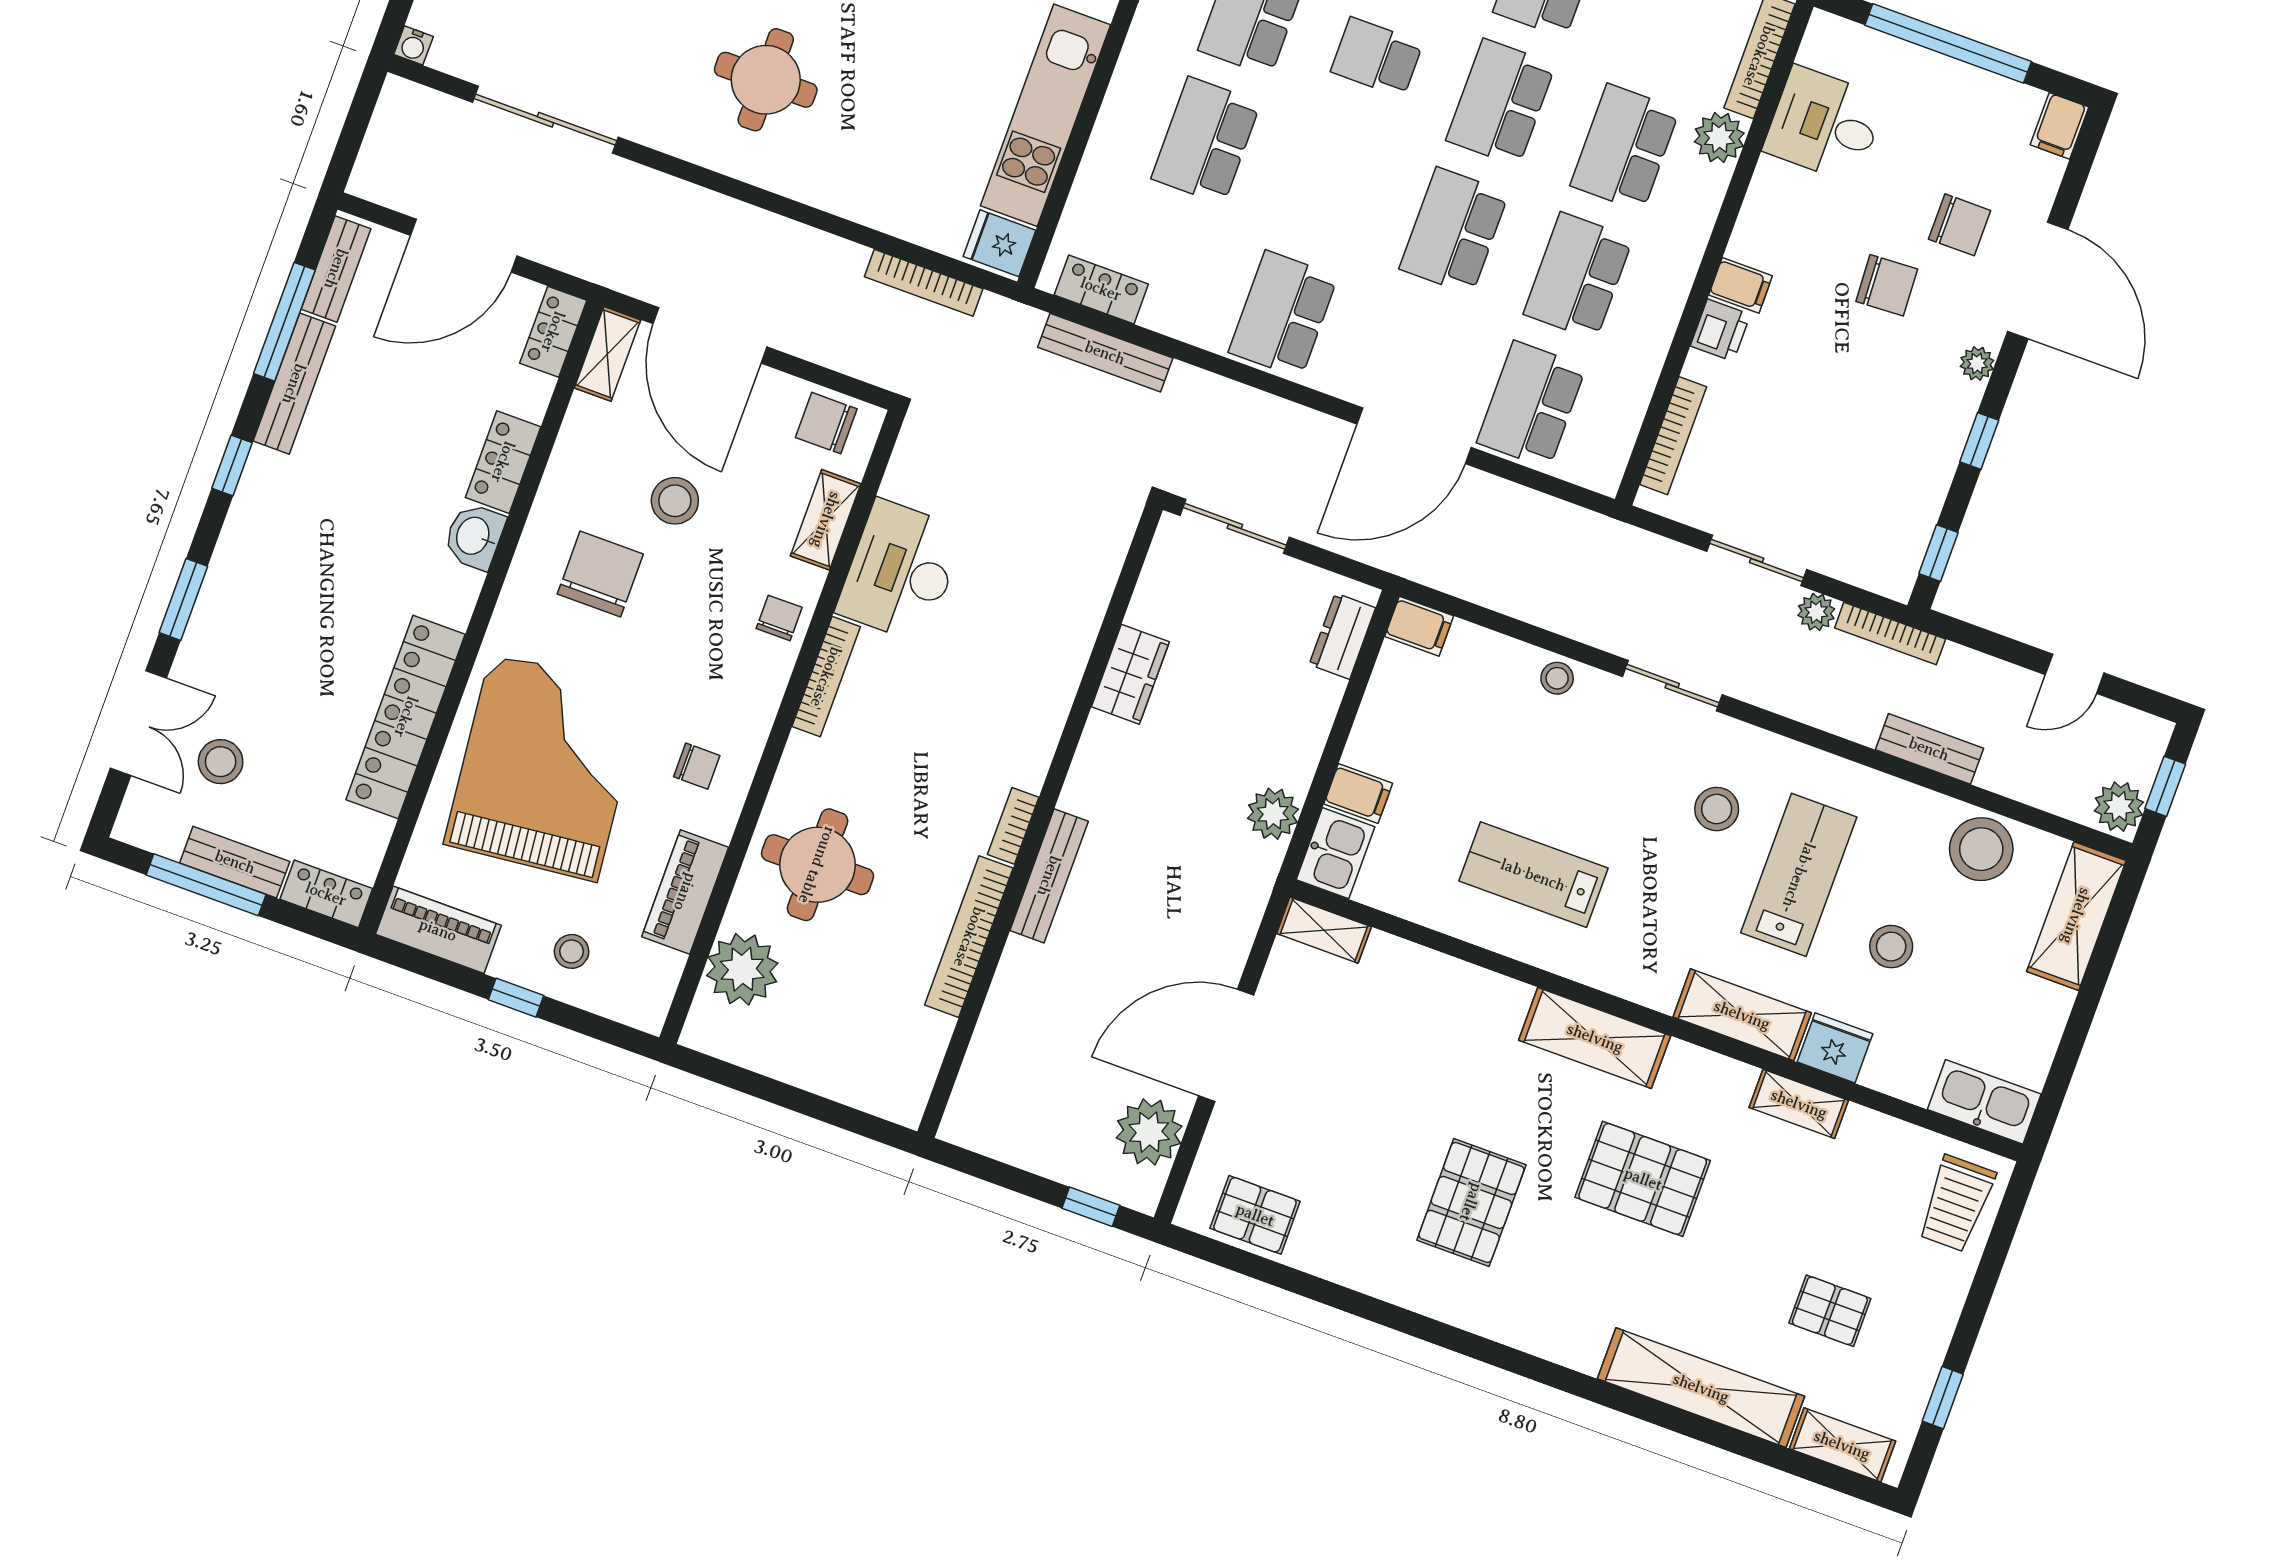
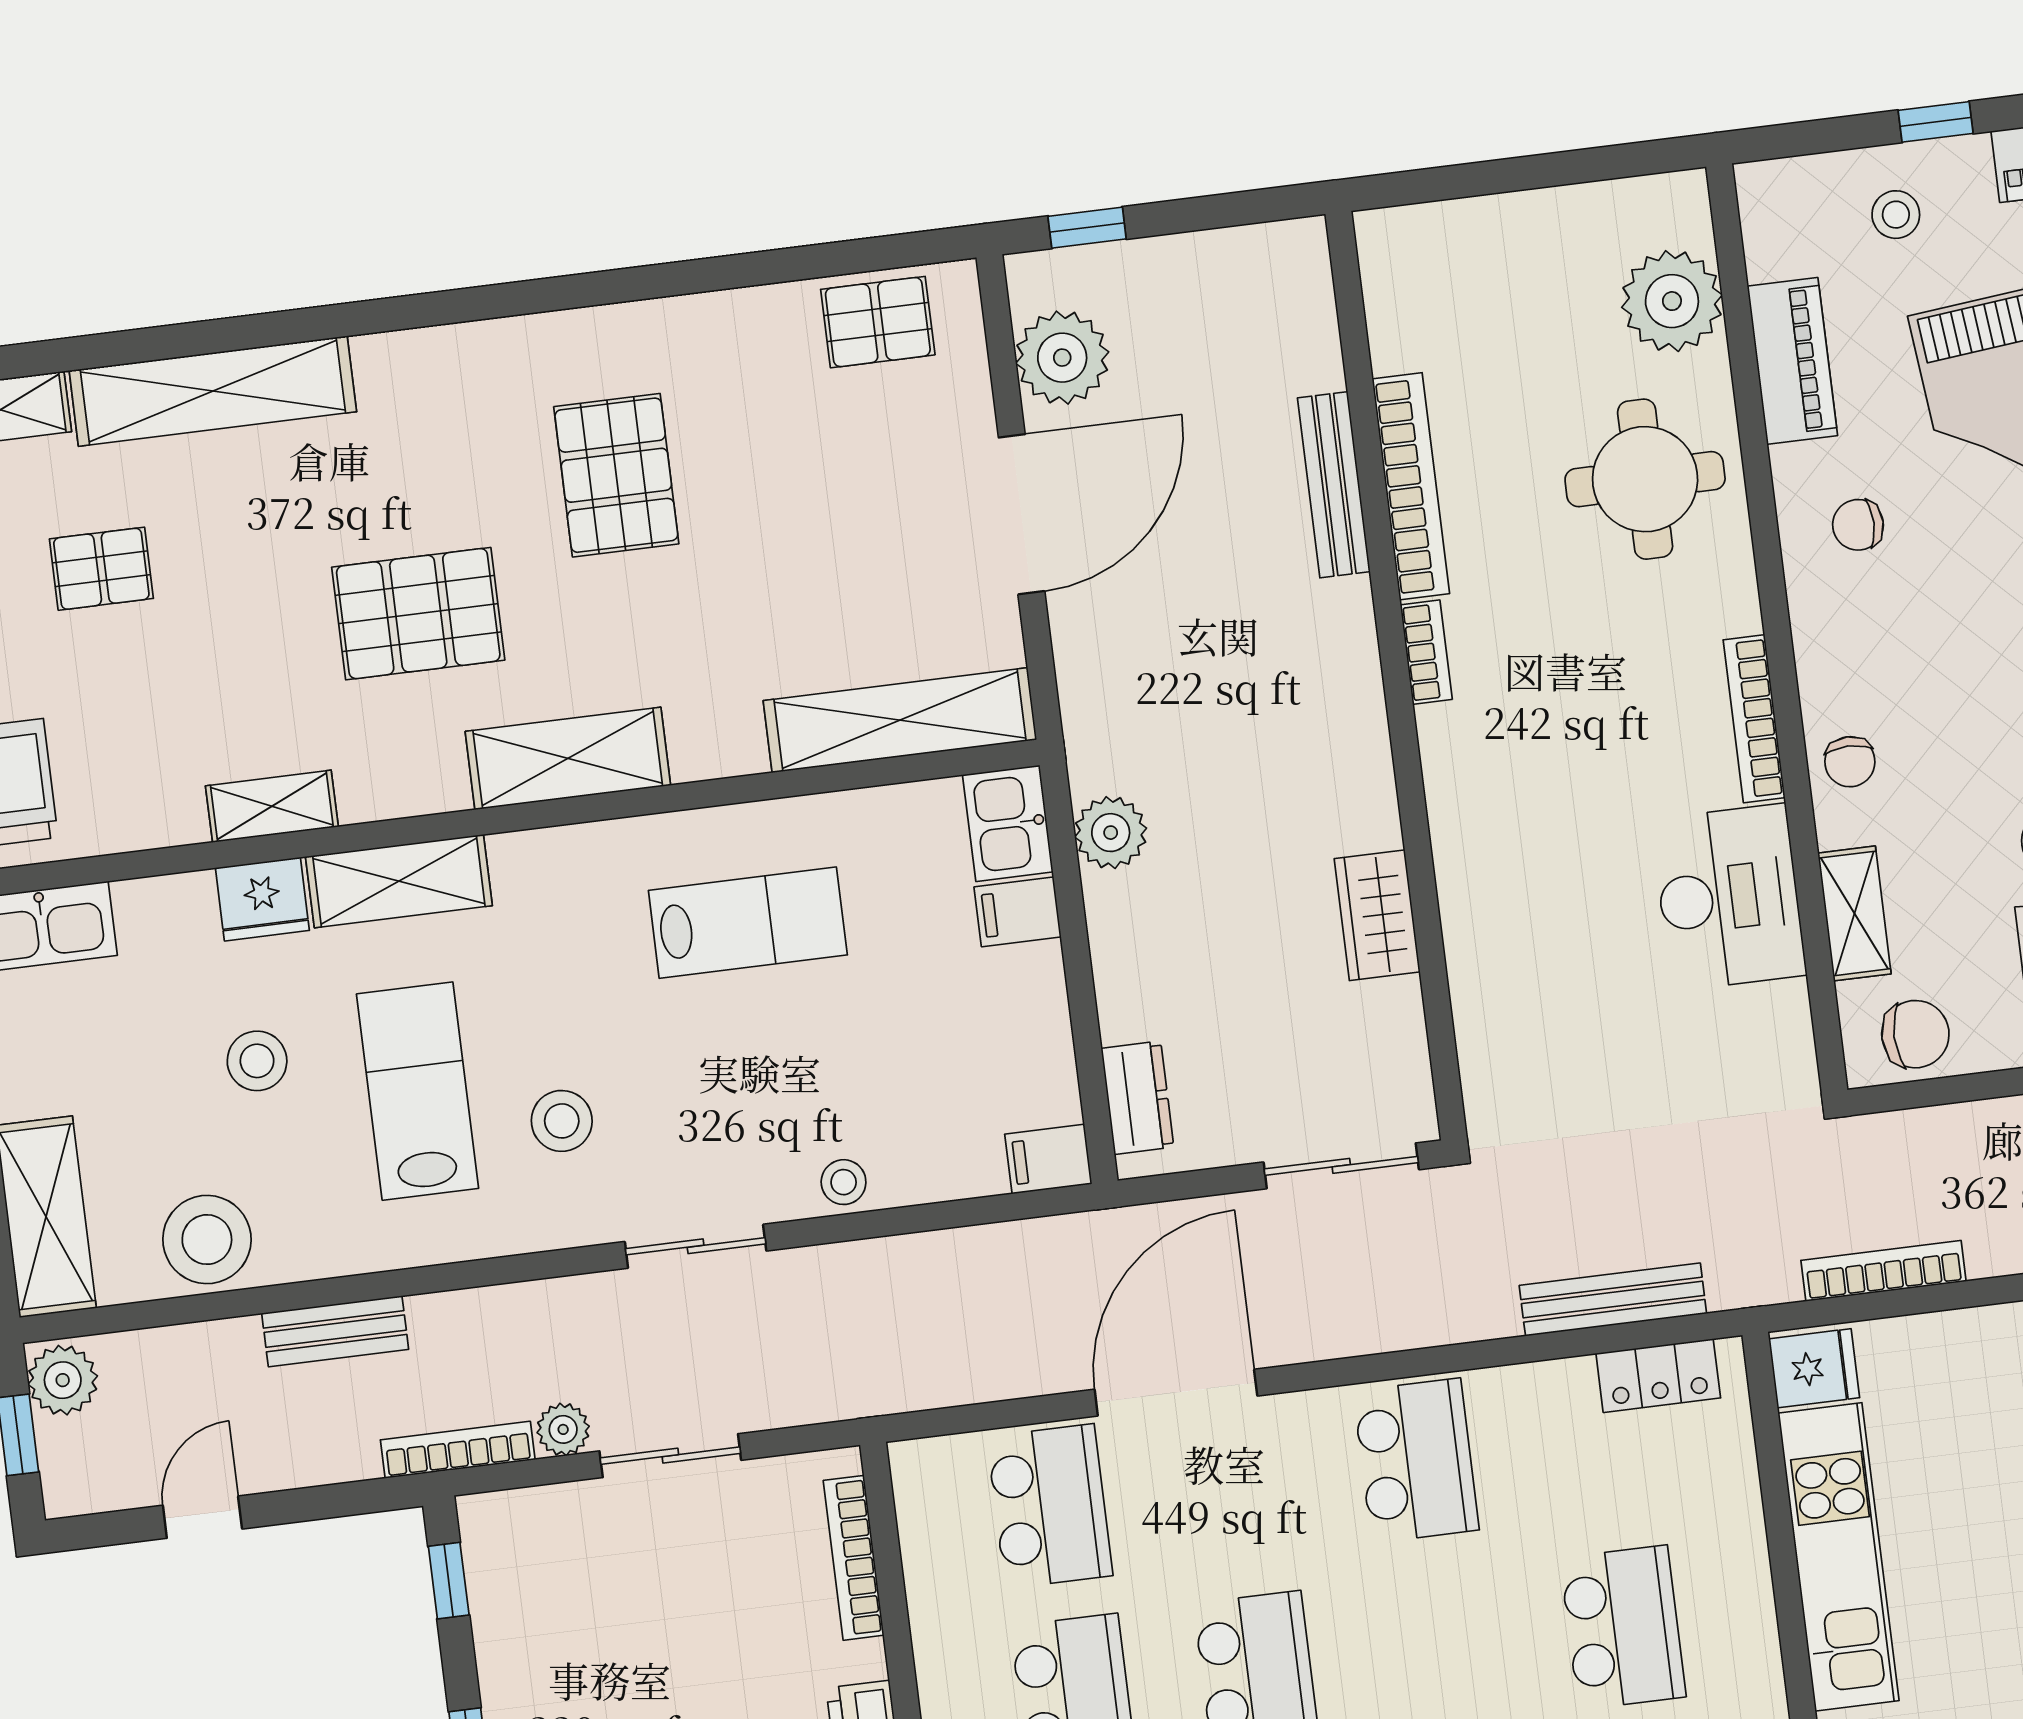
lab bench: (1799, 875) -> (418, 1091), turned 180
bench: (1049, 876) -> (1334, 485), moved
shelving: (1324, 930) -> (900, 720), width x2.20, depth x1.33

